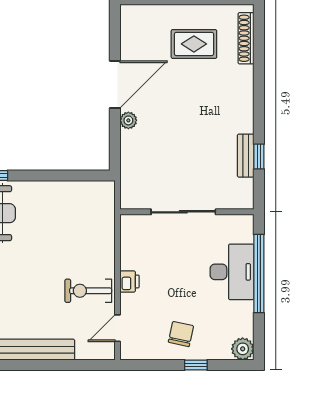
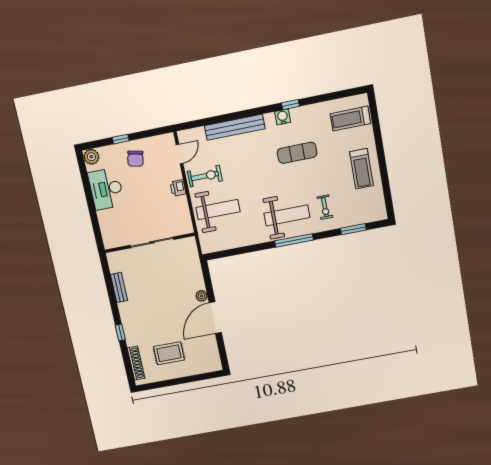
window: (259, 157) -> (120, 332), moved
weight bench: (79, 240) -> (218, 210), added
desk: (232, 272) -> (106, 189), moved
window: (259, 274) -> (92, 211), removed

